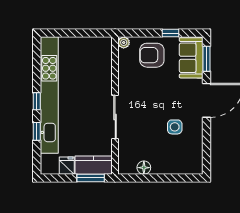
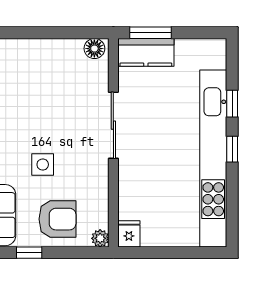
side table: (175, 127) -> (43, 165), moved
fridge: (67, 166) -> (129, 234), moved, turned 180
floor lamp: (144, 168) -> (94, 49), moved

